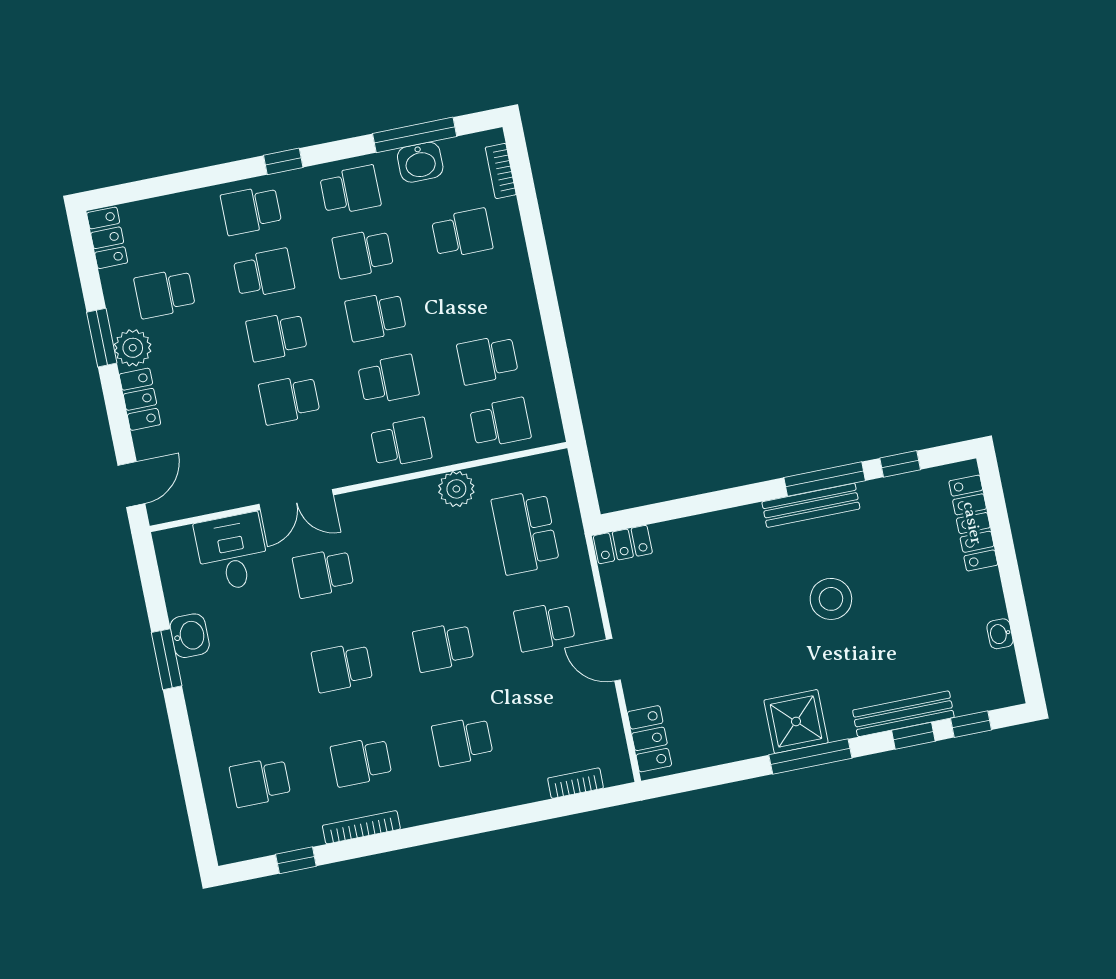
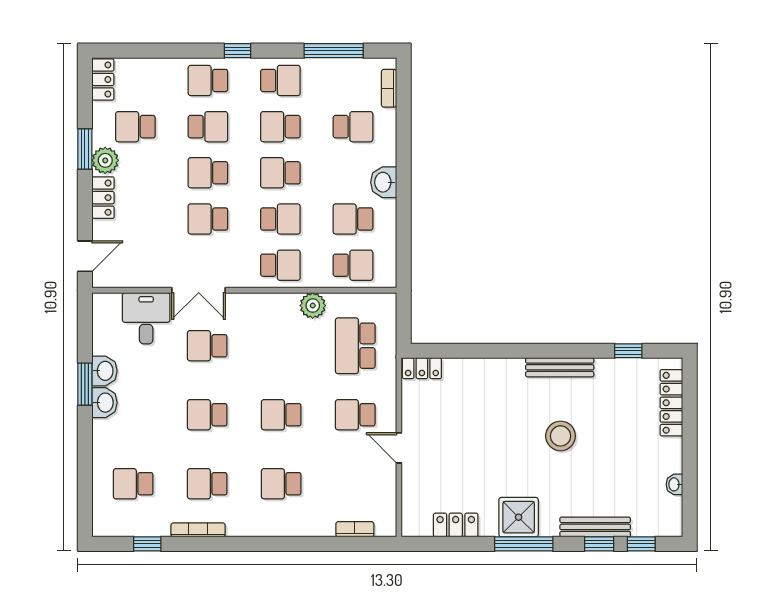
washbasin: (420, 162) -> (384, 182), moved, turned 90
window: (825, 479) -> (573, 351), removed
washbasin: (199, 679) -> (105, 403), added
locker: (649, 739) -> (456, 525), moved, turned -90

